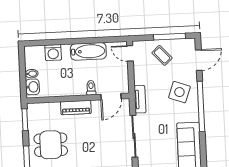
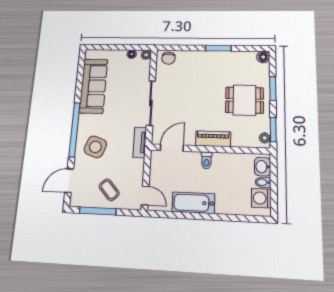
washing machine: (53, 53) -> (261, 198), moved, turned -90
toilet: (91, 88) -> (207, 160), moved
plant: (32, 112) -> (265, 138), added

